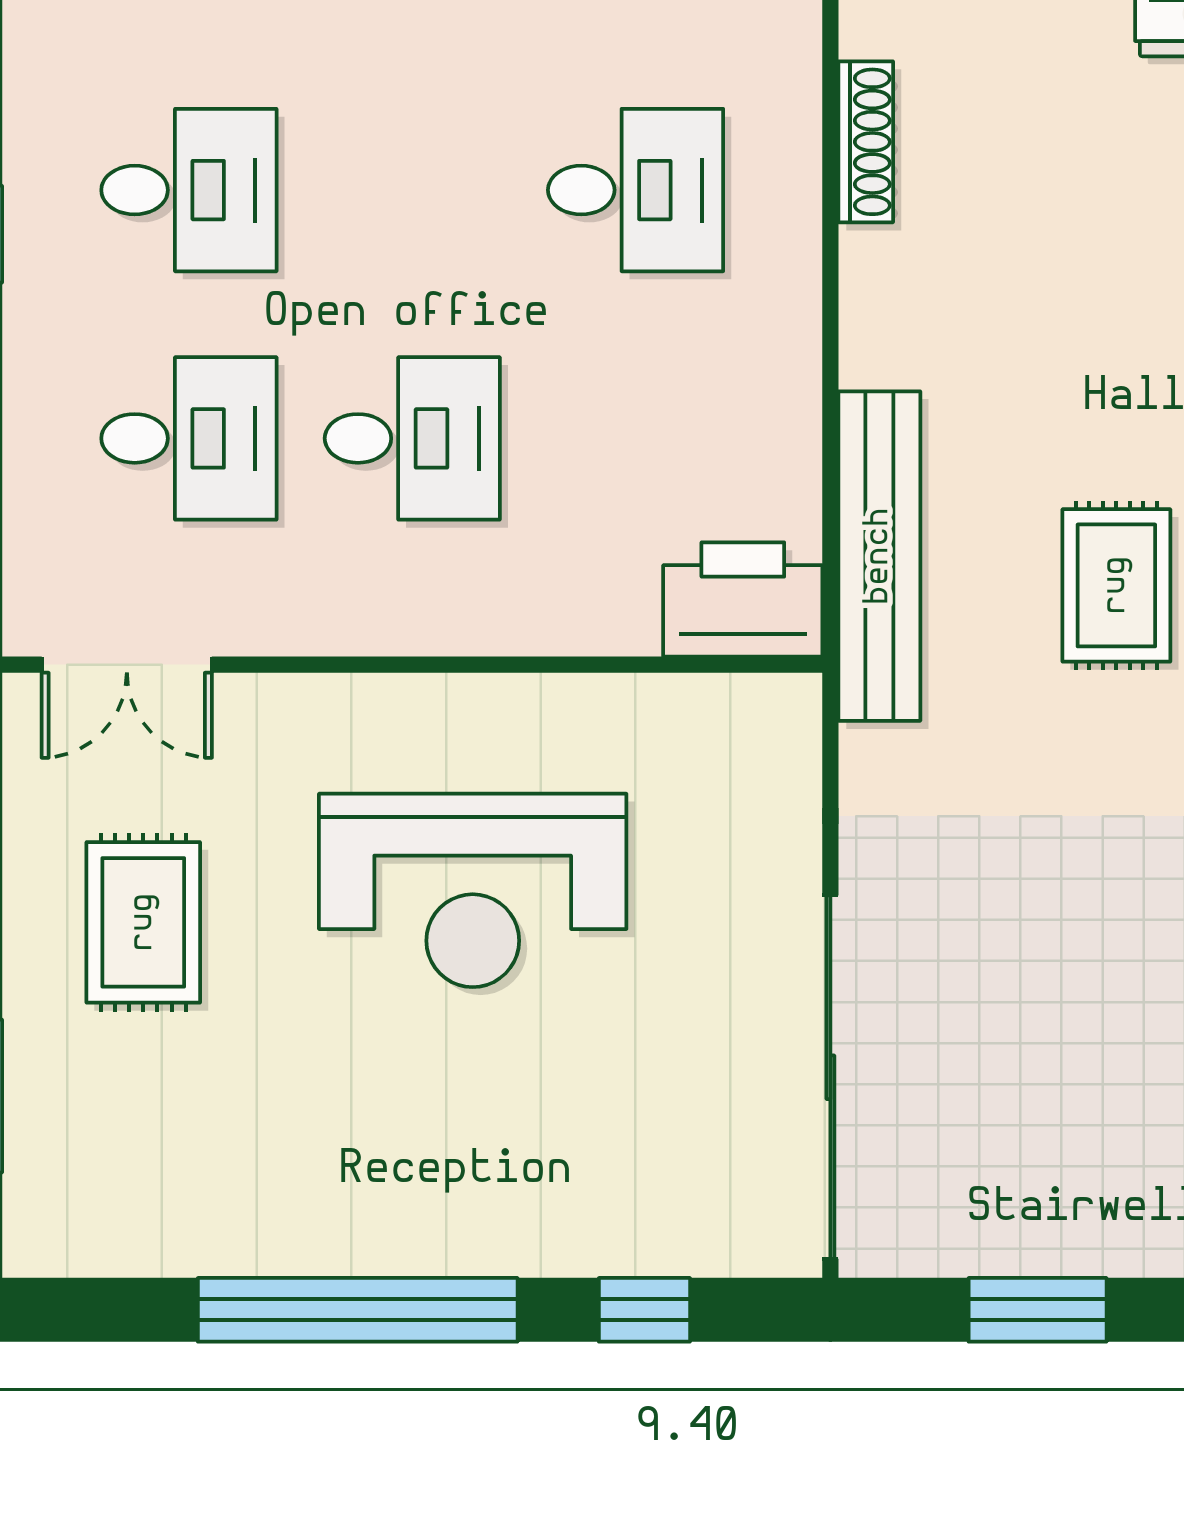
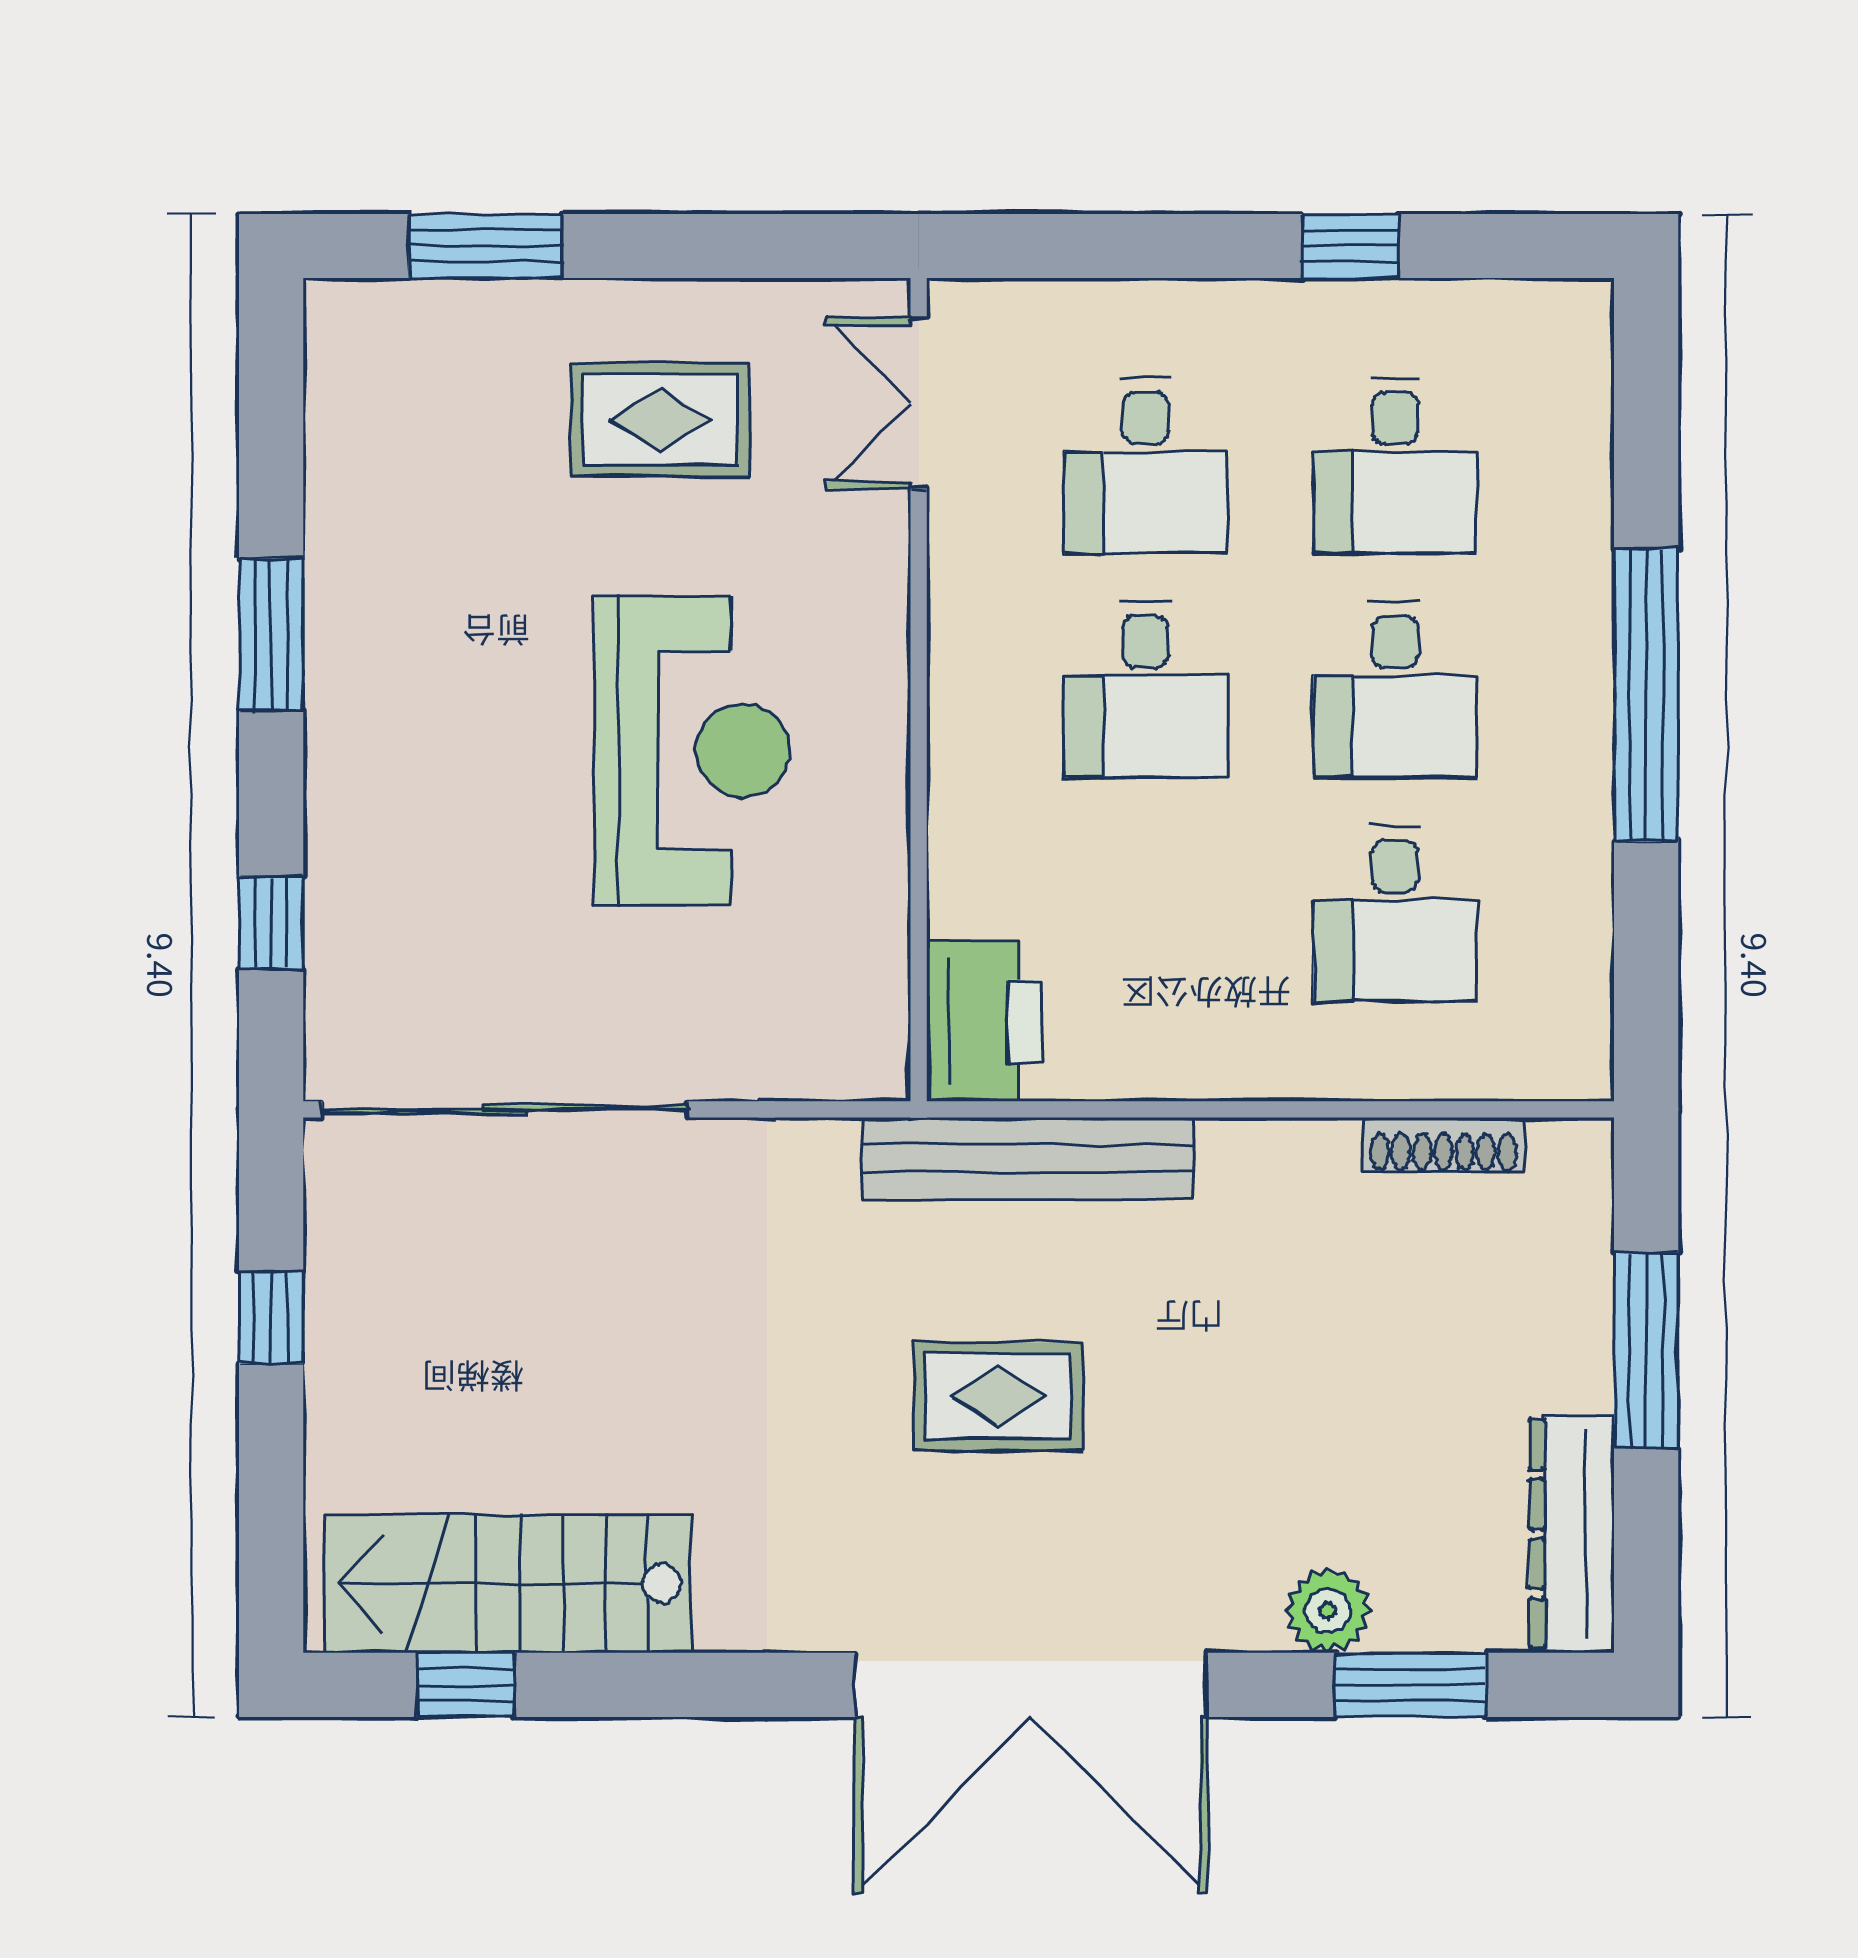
desk: (412, 190) -> (1395, 690), added
reception desk: (473, 890) -> (692, 750), turned 180
window: (358, 1310) -> (271, 635), width x0.47
window: (1038, 1310) -> (271, 1317), width x0.67

